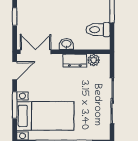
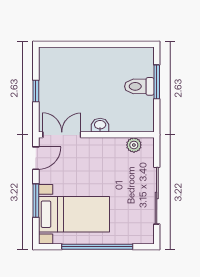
toilet: (98, 30) -> (139, 86), moved
dresser: (75, 61) -> (110, 146), removed

